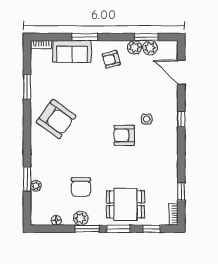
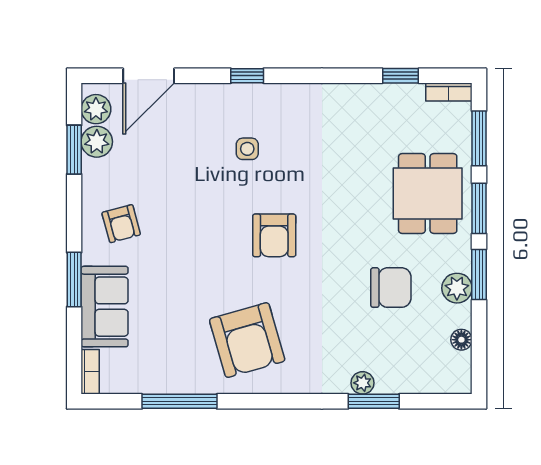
plant: (135, 47) -> (96, 109), moved
window: (27, 87) -> (179, 401), width x1.44
armchair: (56, 119) -> (247, 340), turned 128
armchair: (124, 135) -> (274, 235), moved
plant: (36, 186) -> (363, 383), moved
window: (152, 229) -> (479, 138), width x1.50

